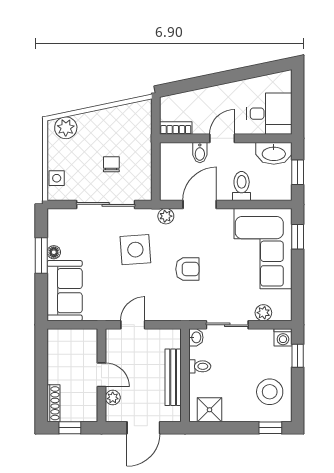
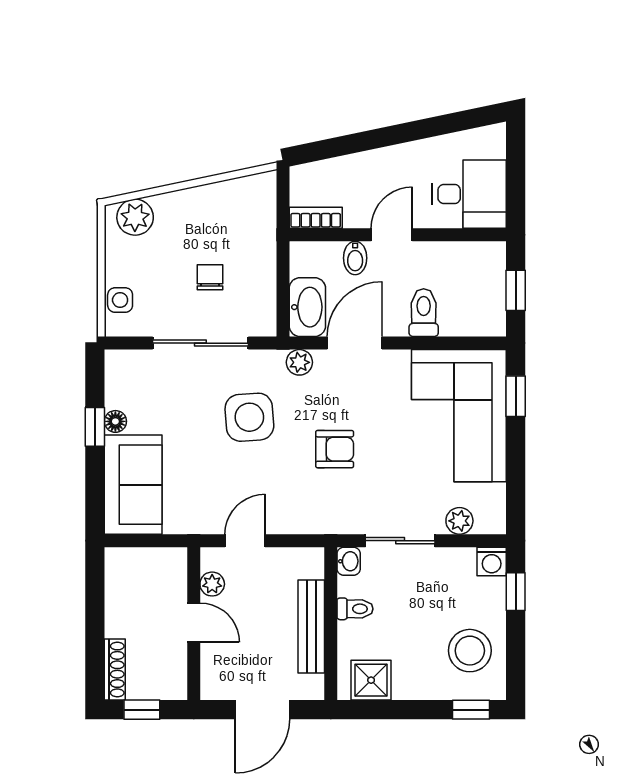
washbasin: (274, 153) -> (307, 307), moved, turned -90
window: (41, 255) -> (95, 427), width x0.67
plant: (113, 398) -> (212, 584), moved

